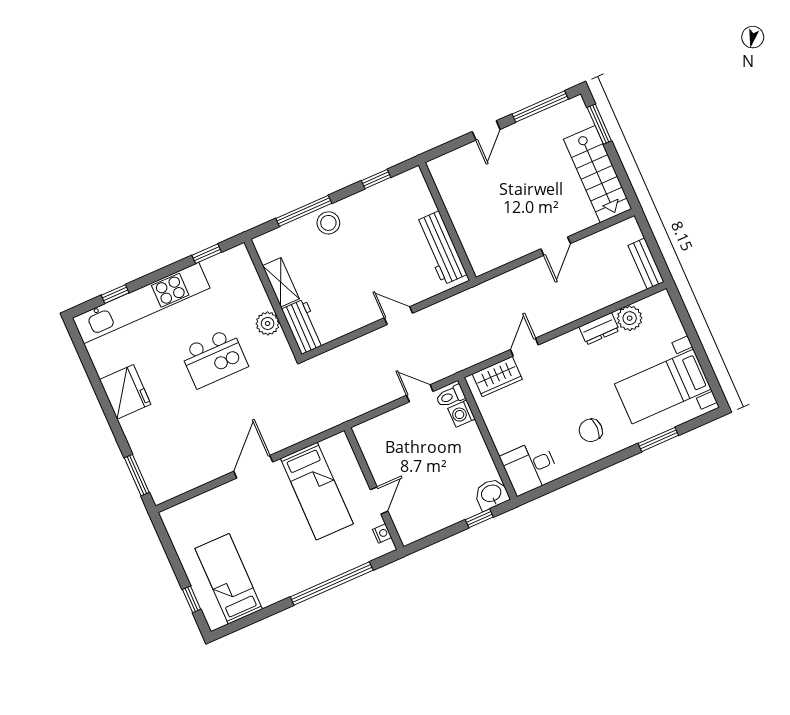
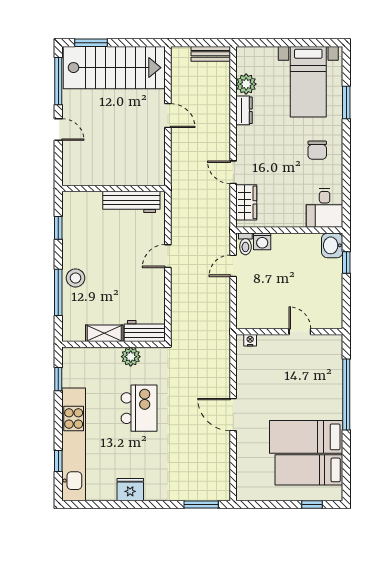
stairs: (598, 174) -> (114, 68), width x1.36, depth x1.51
fridge: (125, 392) -> (130, 490), width x0.73, depth x0.75
bed: (317, 491) -> (306, 437), moved, turned 180
nightstand: (382, 533) -> (250, 340), moved

